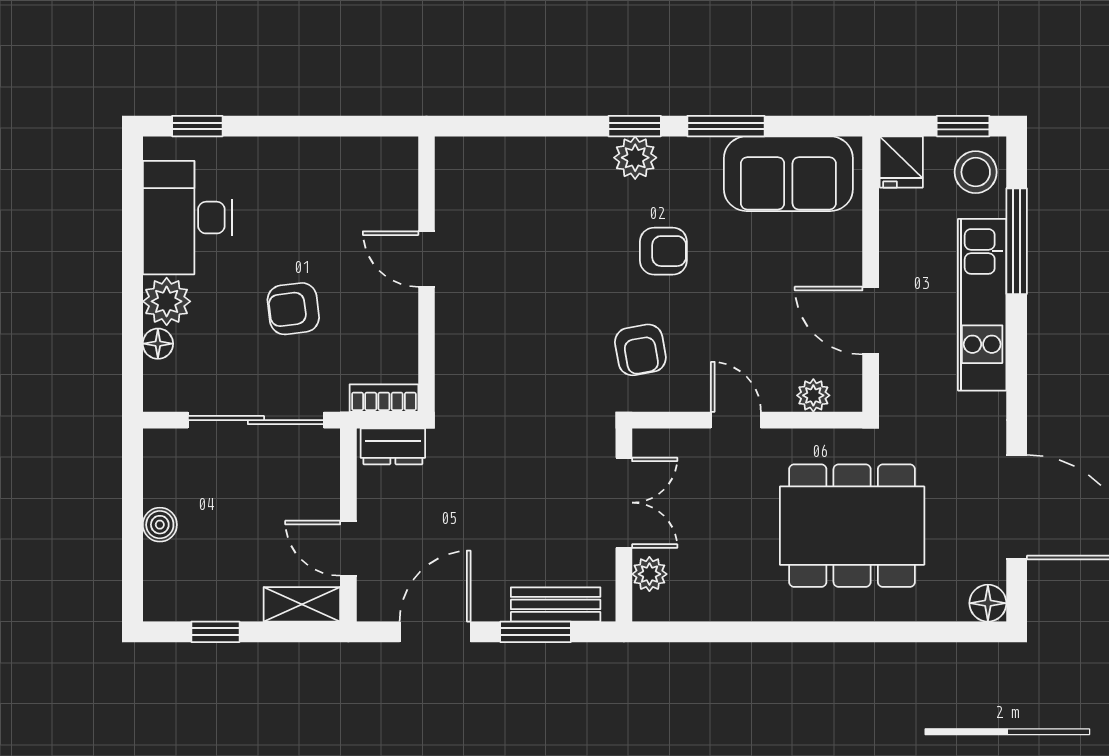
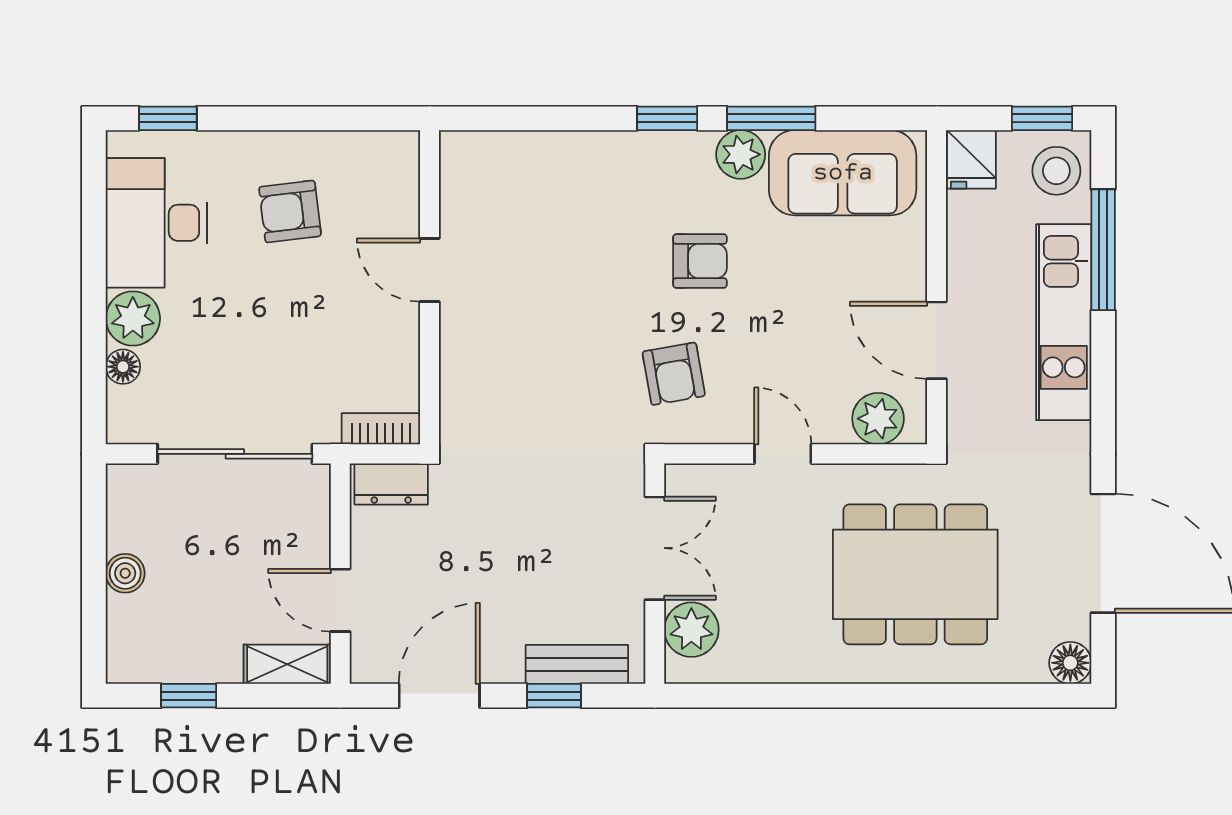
plant: (635, 158) -> (741, 154), moved
armchair: (293, 309) -> (290, 211), moved
plant: (813, 395) -> (878, 419), width x1.38, depth x1.38
plant: (649, 574) -> (691, 630), width x1.38, depth x1.38
window: (536, 632) -> (554, 696), width x0.67

